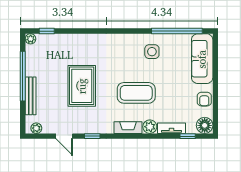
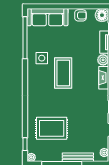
rug: (82, 86) -> (52, 128), moved
coffee table: (136, 93) -> (63, 73), moved

